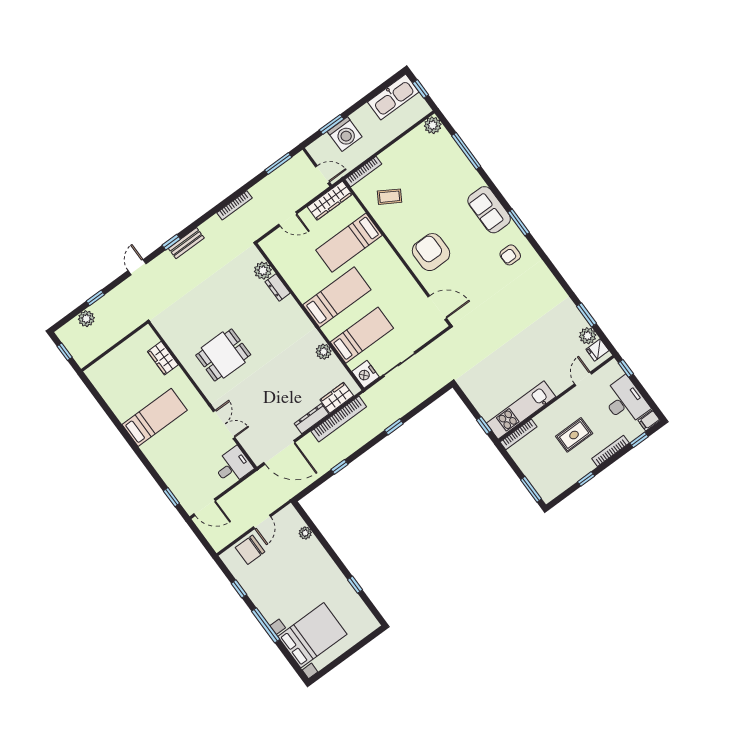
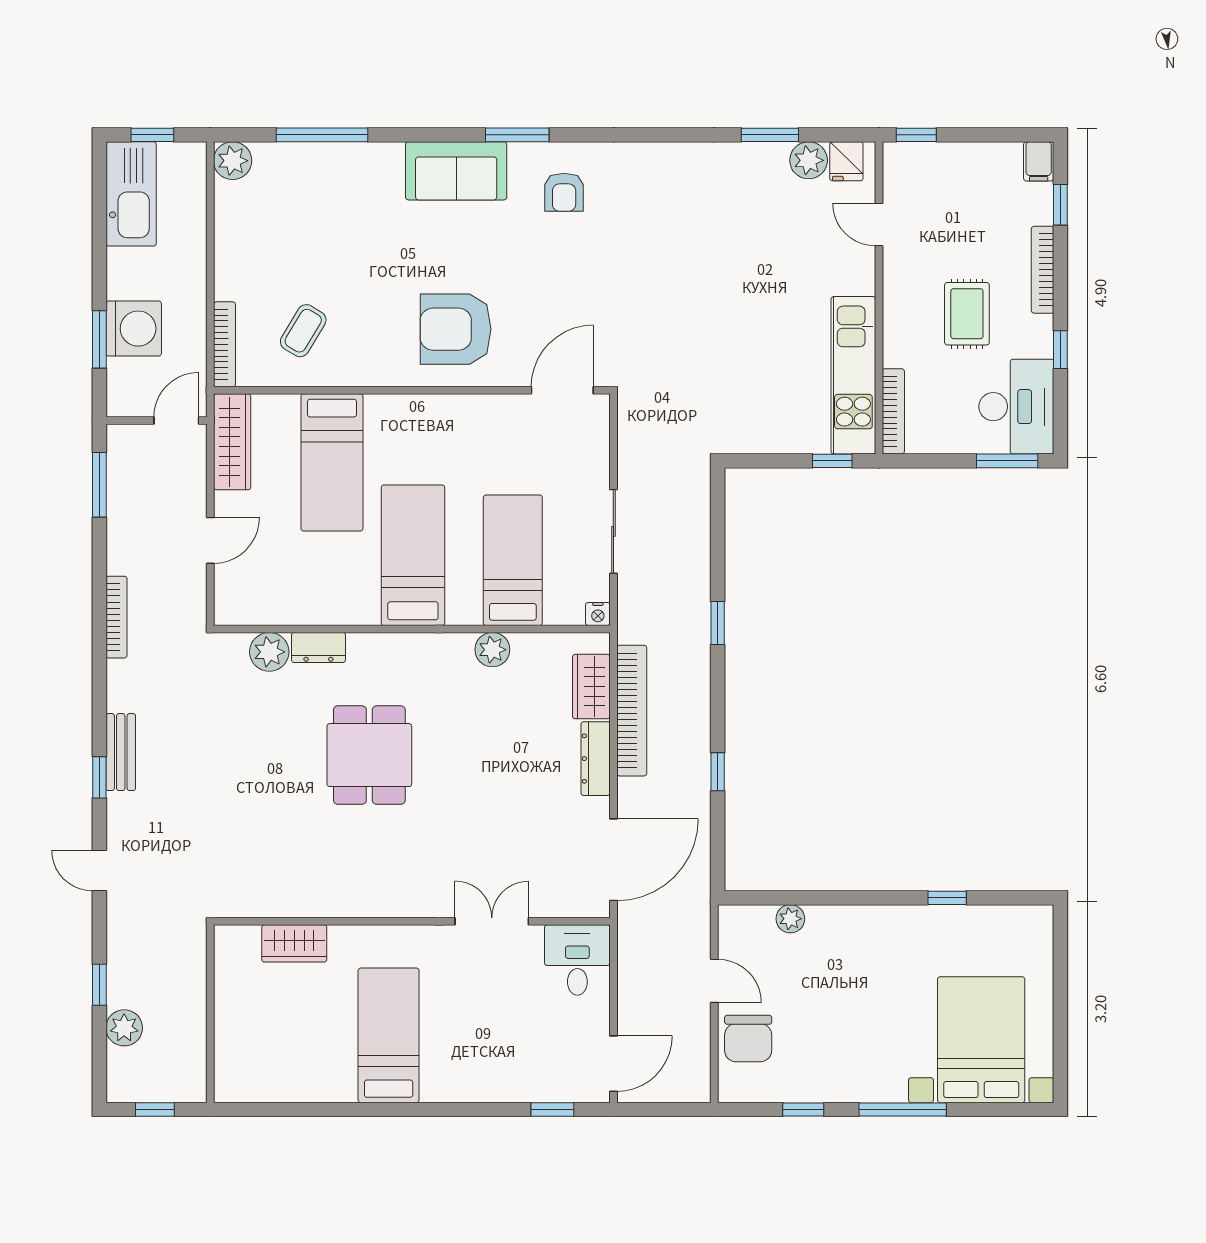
dining table: (223, 355) -> (369, 755), moved
nightstand: (365, 374) -> (598, 614), width x0.53, depth x0.56
desk: (625, 401) -> (1016, 407), moved, turned 90

